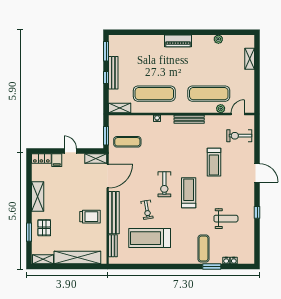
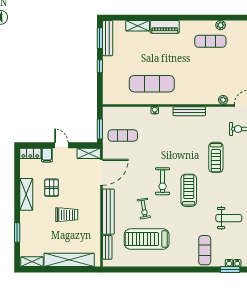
piano: (178, 41) -> (165, 27), moved
bench: (113, 73) -> (108, 38), moved
exercise mat: (209, 94) -> (210, 41), moved, width x0.73, depth x0.69
shelving: (120, 108) -> (138, 26), moved
trolley: (90, 217) -> (67, 215), moved
pallet: (44, 228) -> (52, 188), moved
window: (212, 266) -> (230, 270), moved

